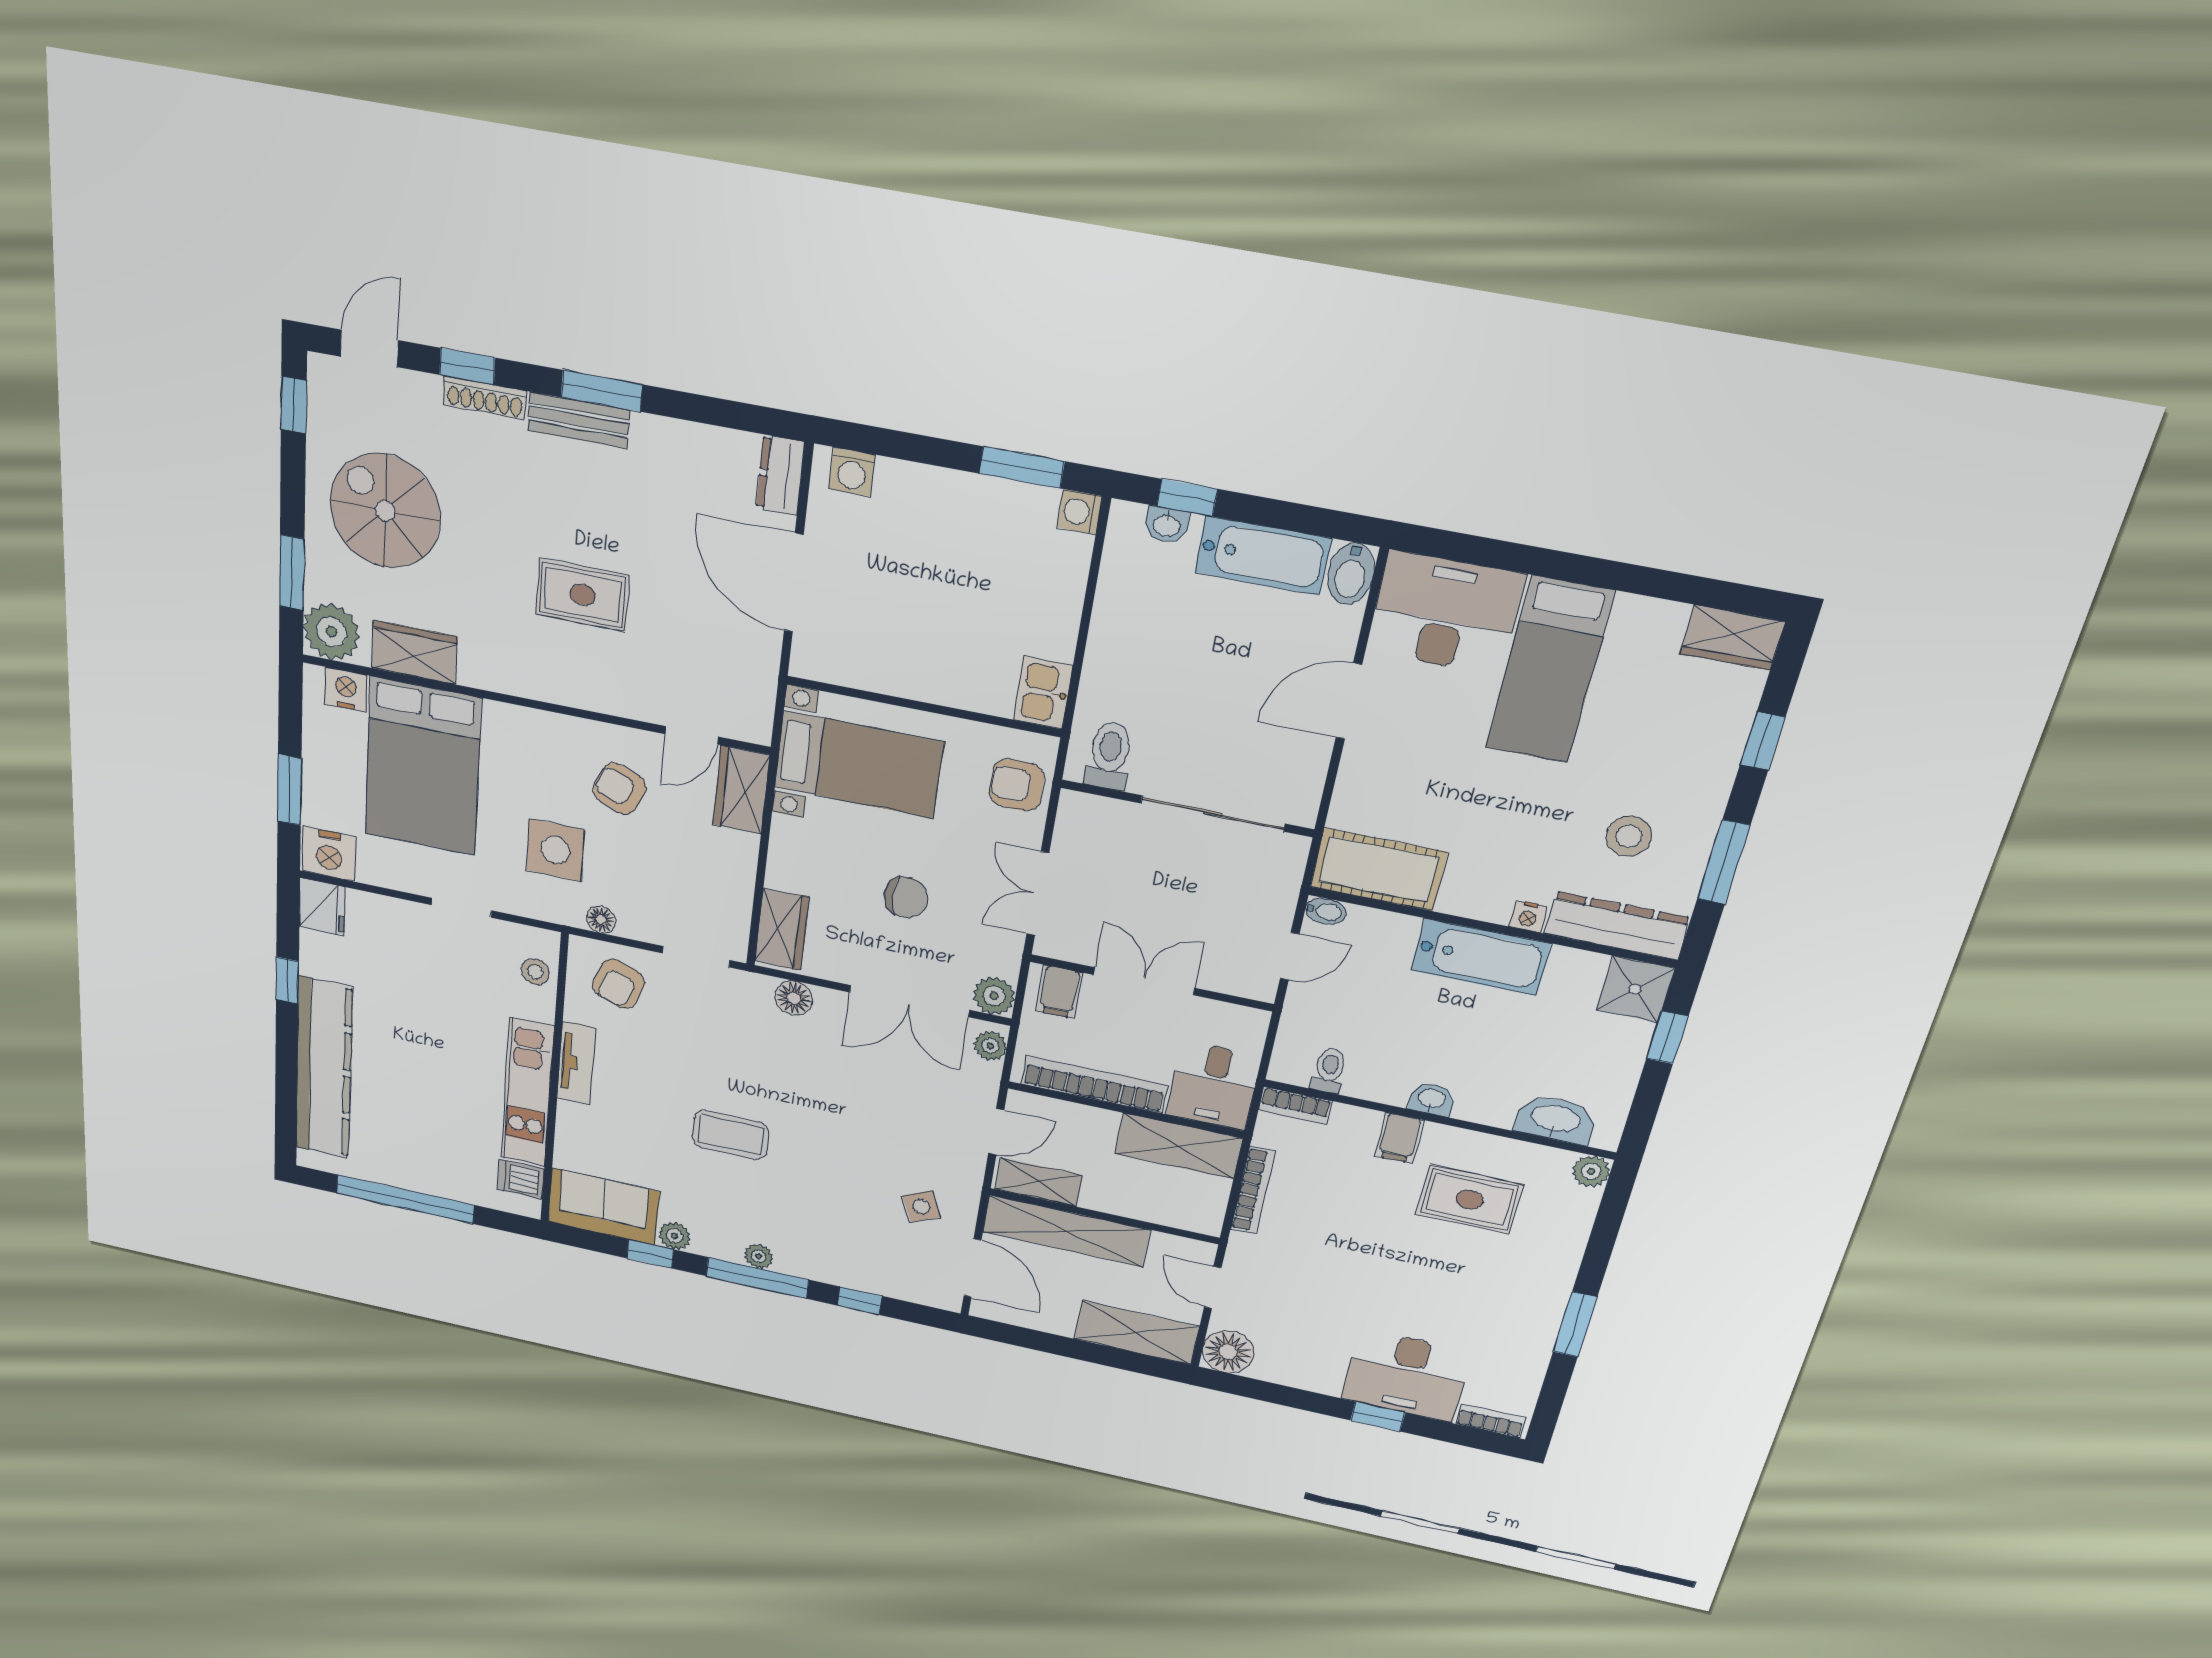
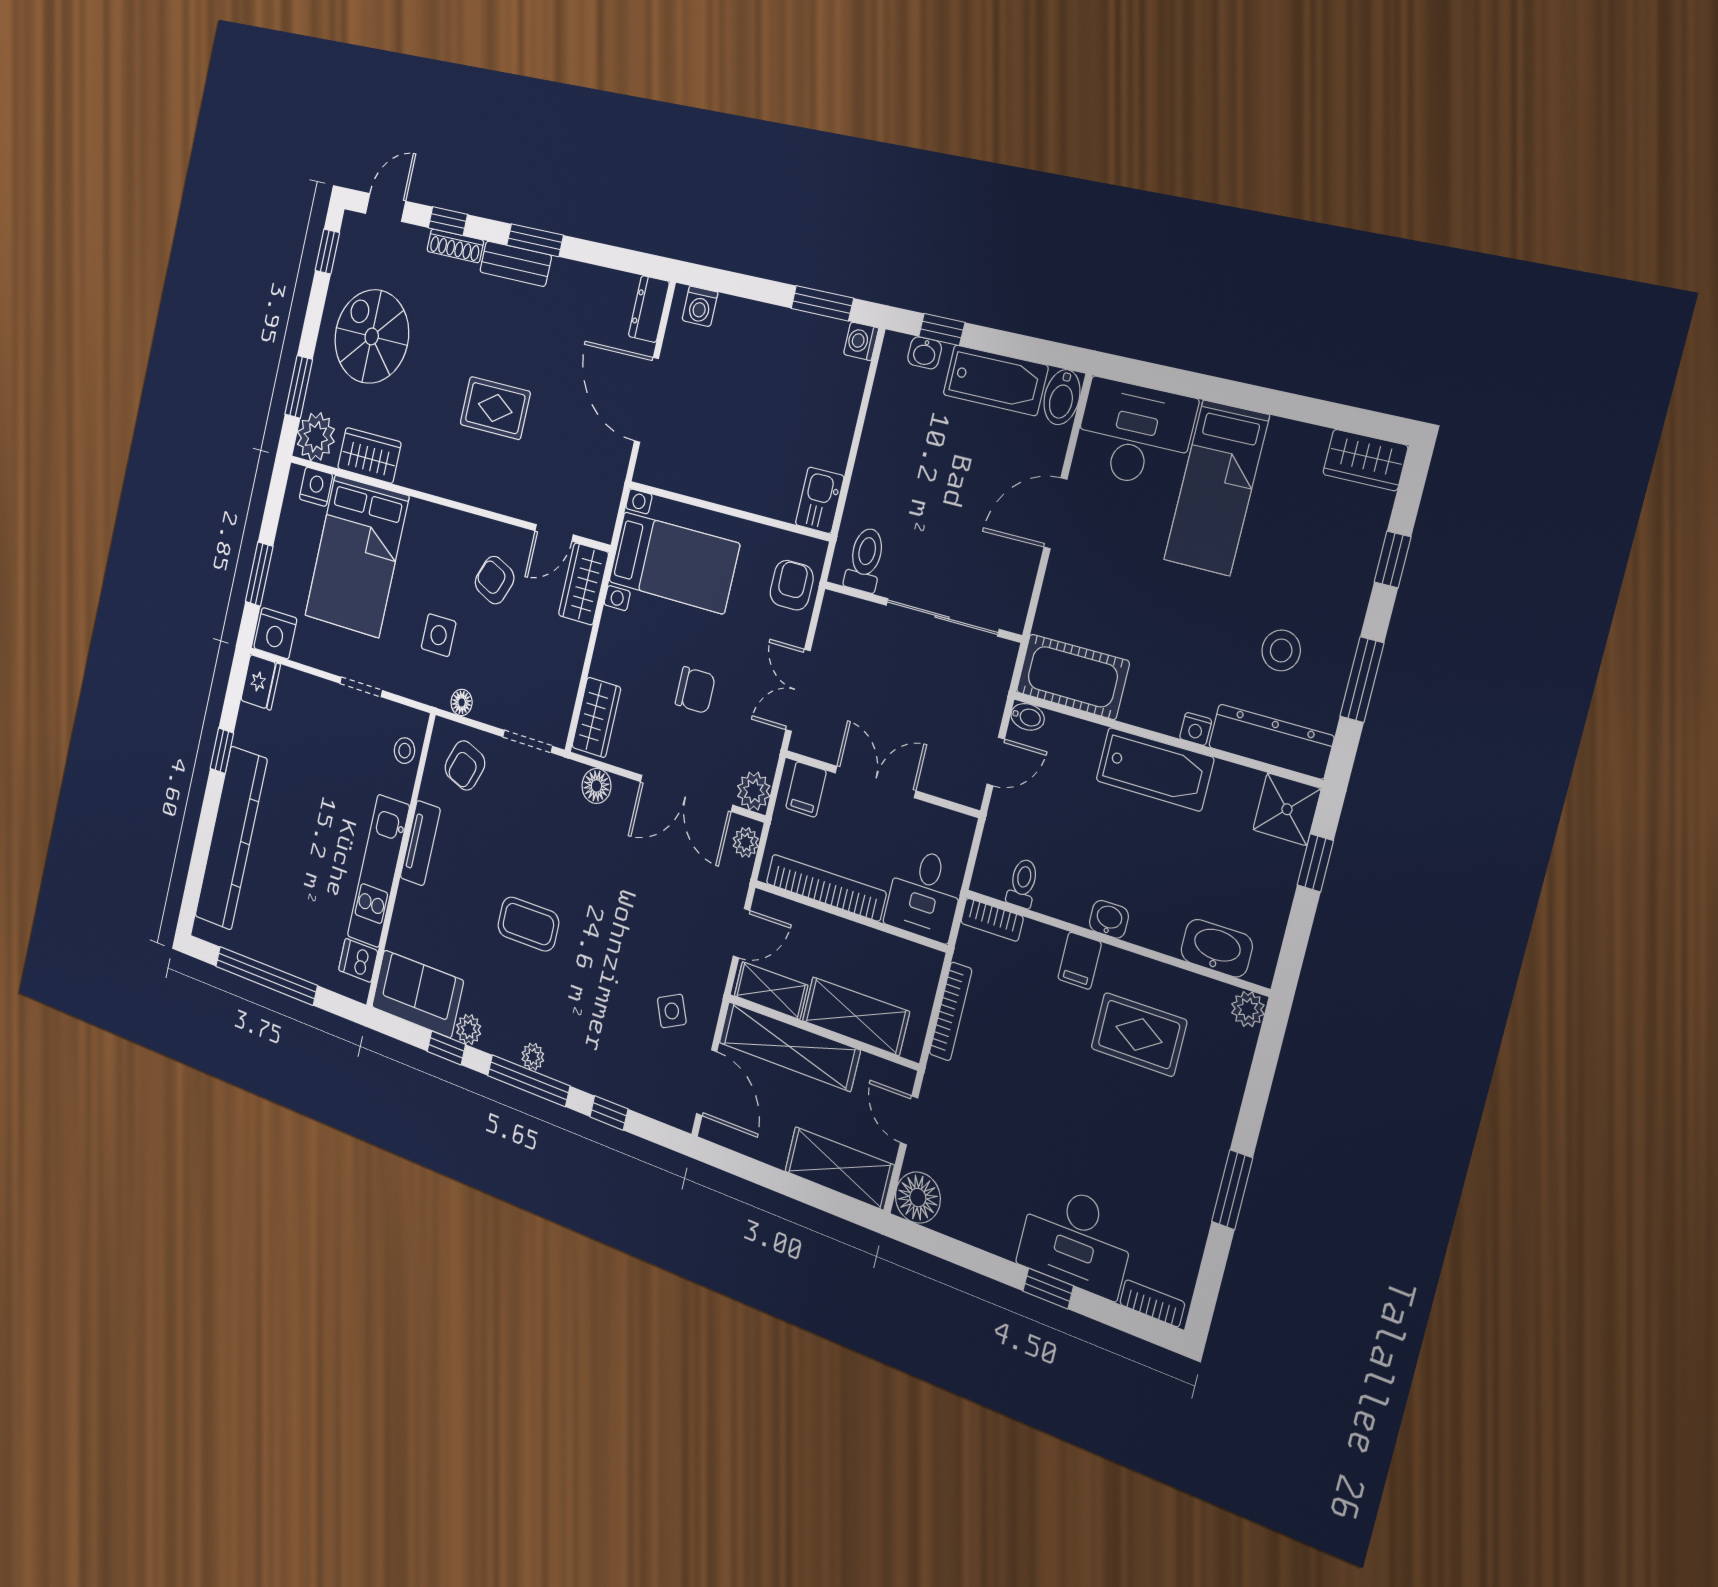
armchair: (1017, 785) -> (792, 585), turned 90
side table: (555, 850) -> (439, 635), width x0.73, depth x0.73
shelving: (1178, 1146) -> (856, 1016), moved

